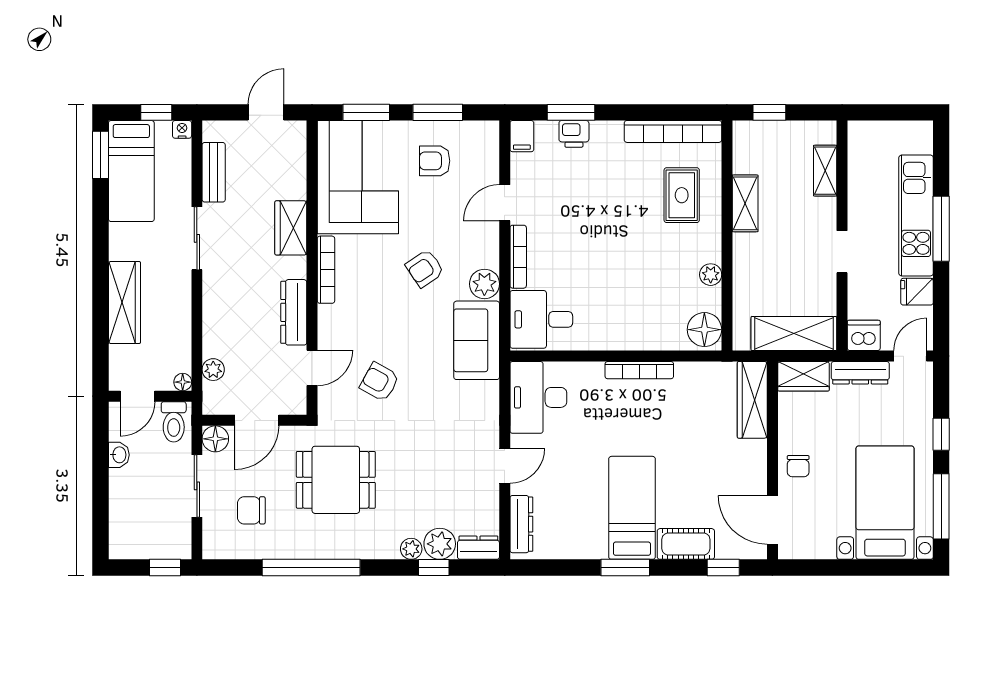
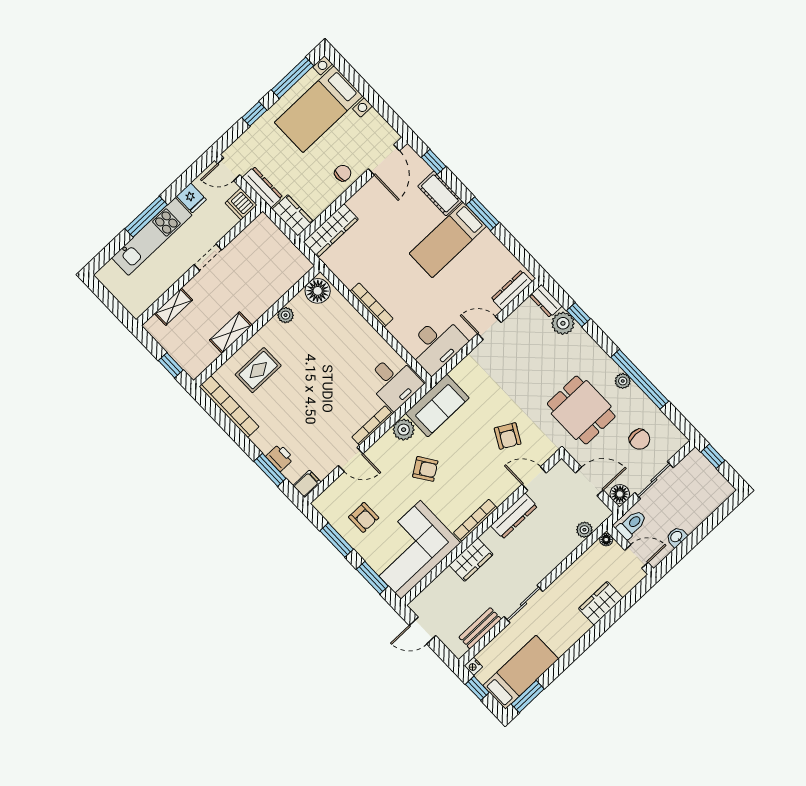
wardrobe: (124, 303) -> (601, 603), width x0.67
shelving: (794, 334) -> (275, 242), removed
plant: (411, 549) -> (623, 381), moved

